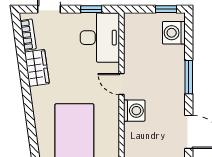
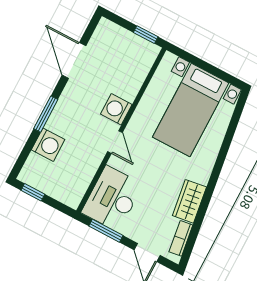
window: (91, 9) -> (106, 231), width x1.50
washing machine: (174, 33) -> (48, 145), moved

